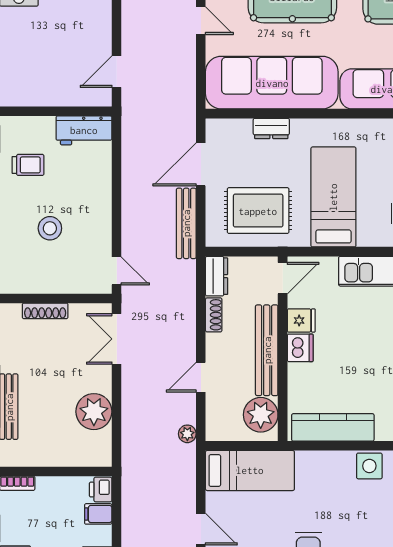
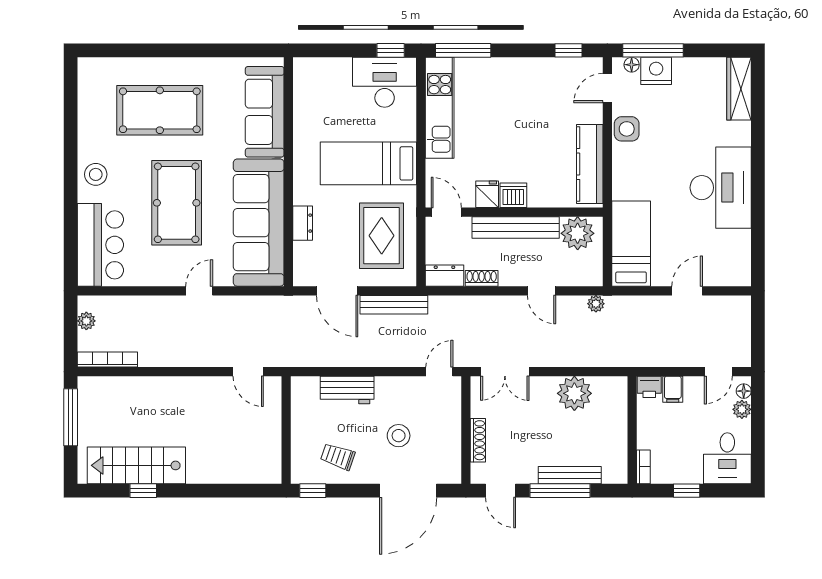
workbench: (84, 130) -> (347, 390), moved, turned 90
trolley: (28, 165) -> (338, 457), turned -71

